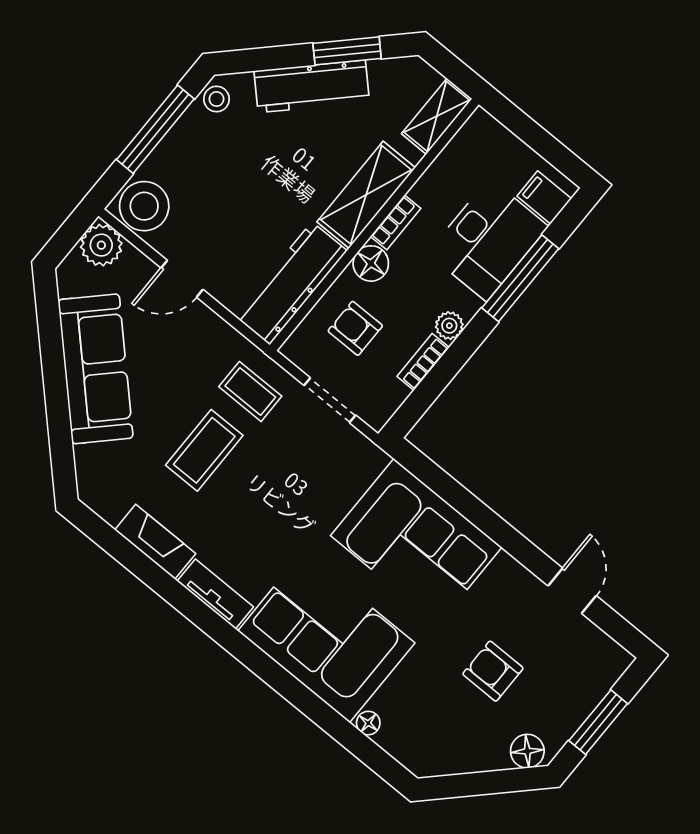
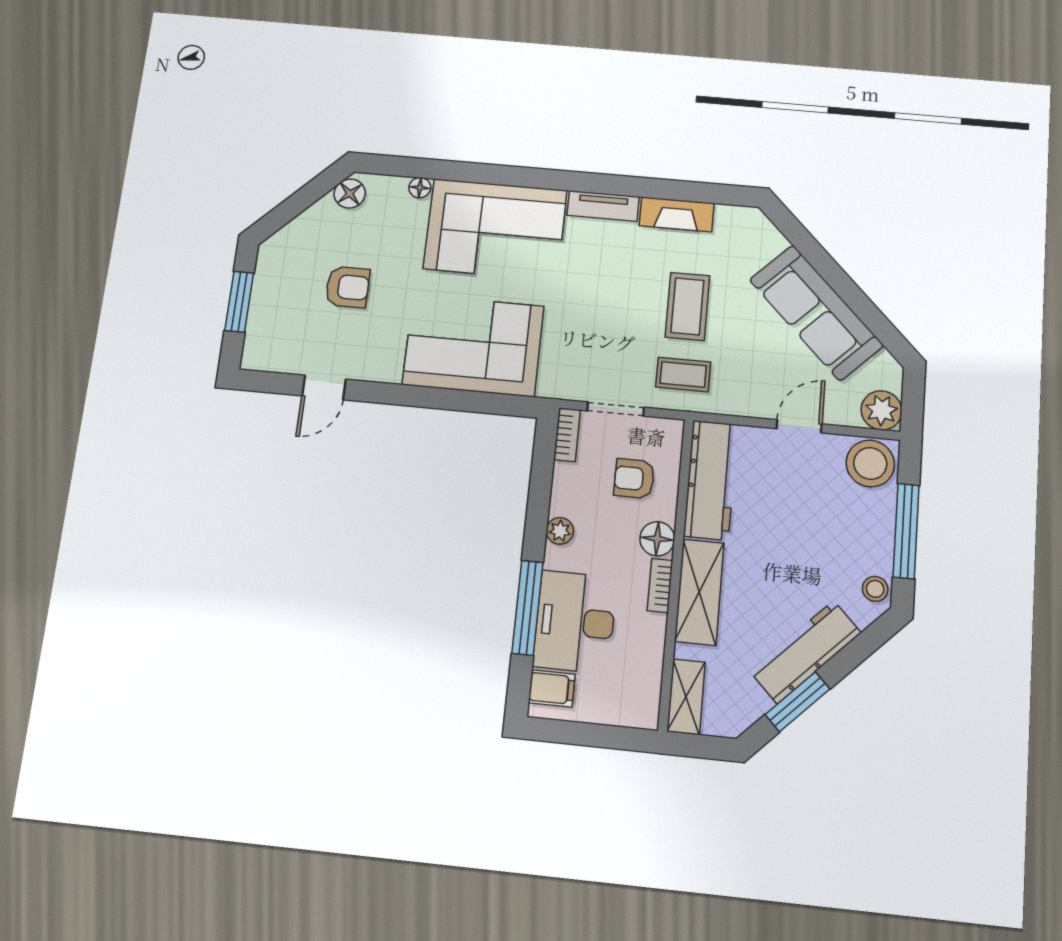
armchair: (355, 328) -> (634, 479), turned 180
bookcase: (423, 362) -> (567, 435), moved
door: (572, 591) -> (324, 388), hinge flipped
floor lamp: (527, 751) -> (350, 194), moved

